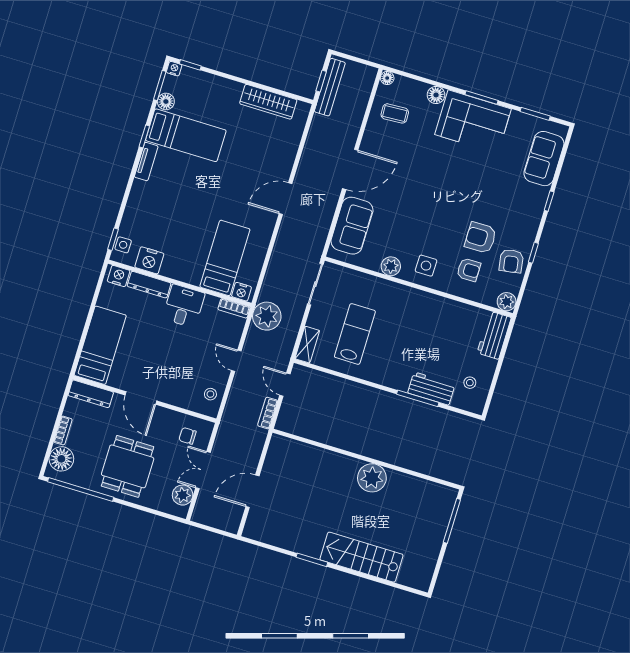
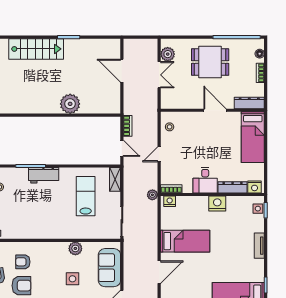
tv unit: (146, 162) -> (259, 246), moved
bed: (225, 258) -> (185, 241), moved, turned -90
nightstand: (149, 260) -> (217, 204), moved
side table: (426, 266) -> (72, 279), moved
plant: (267, 316) -> (152, 195), width x0.53, depth x0.53
lab bench: (355, 334) -> (86, 196), turned 180
door: (236, 361) -> (159, 154), swing flipped
workbench: (431, 389) -> (44, 175), moved
chair: (188, 436) -> (176, 95), removed
floor lamp: (61, 459) -> (260, 54), width x0.53, depth x0.53
dining table: (128, 466) -> (210, 62), turned 90
plant: (372, 478) -> (70, 104), moved
door: (252, 491) -> (122, 71), swing flipped

